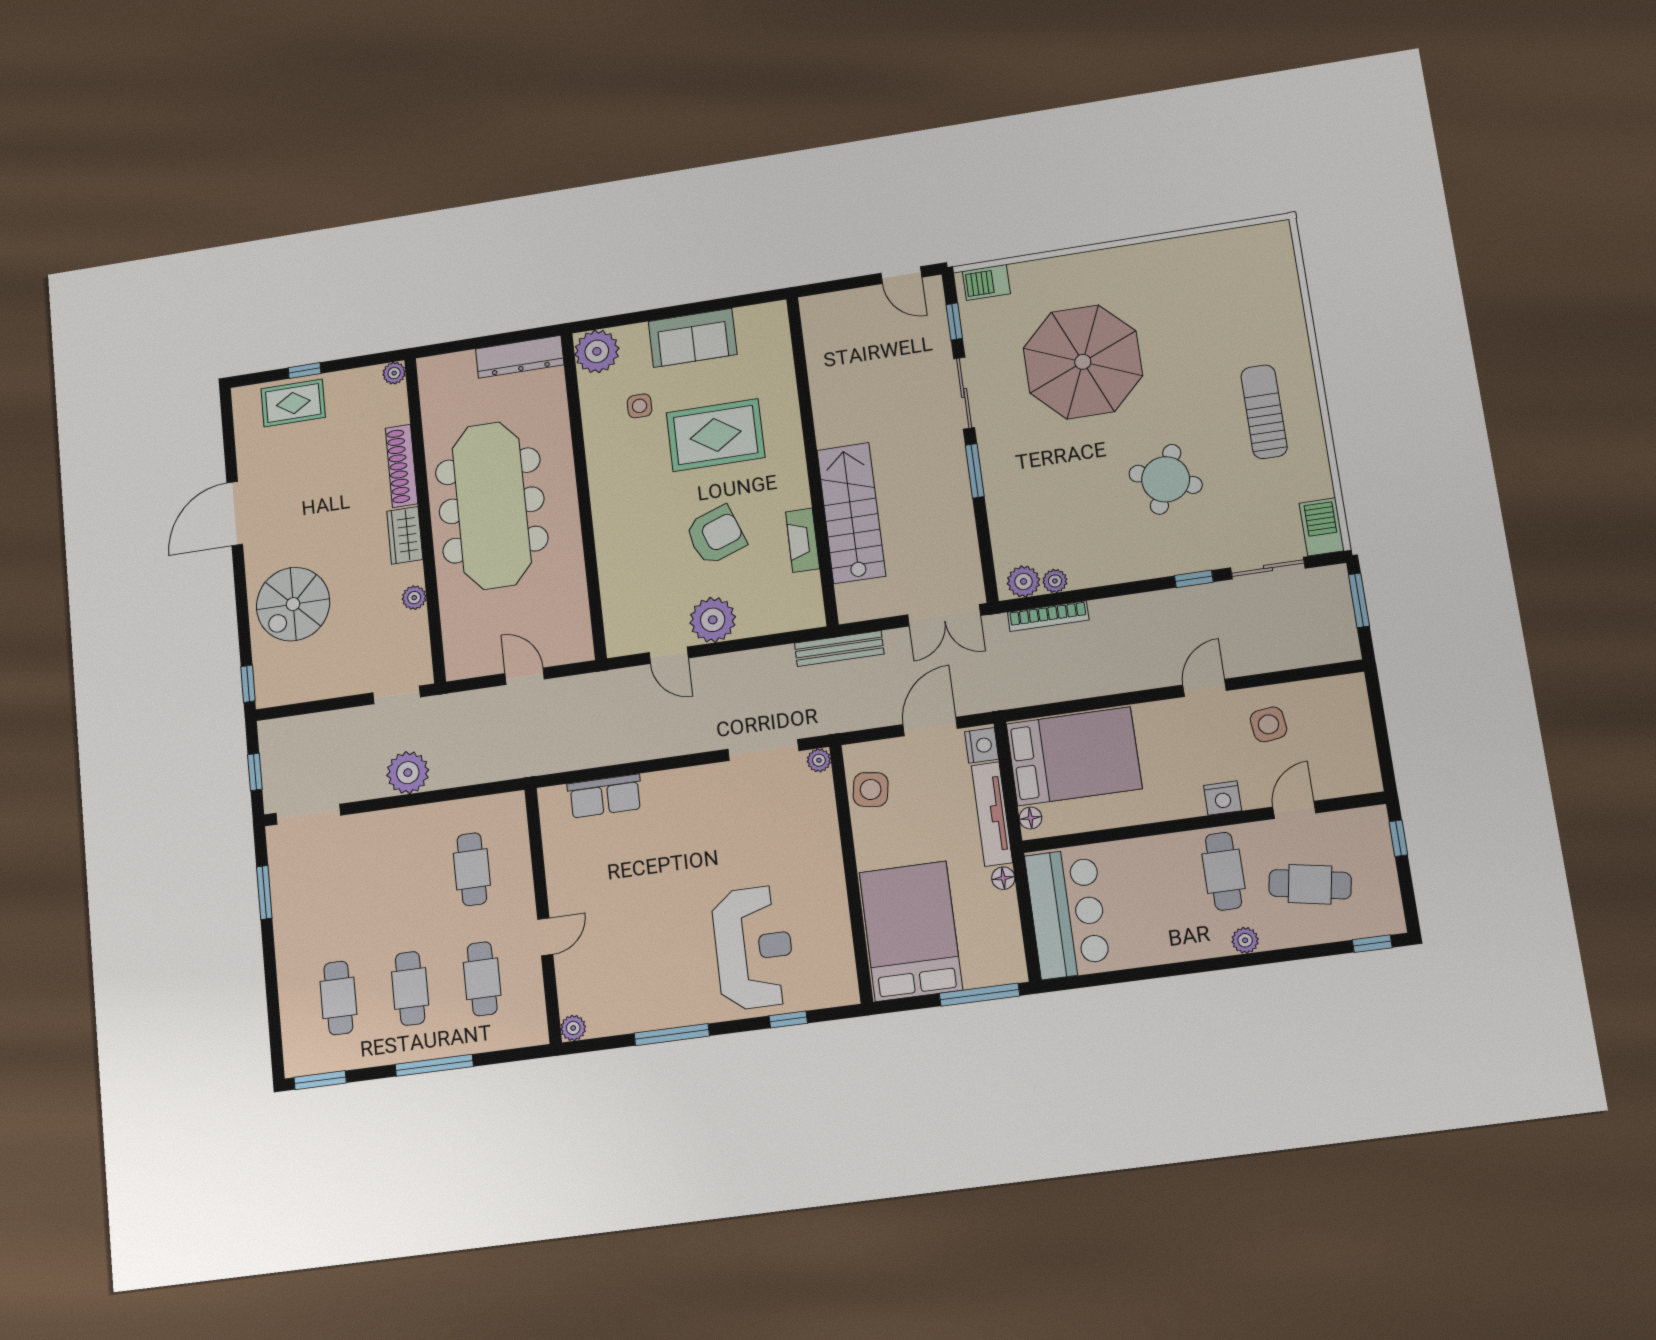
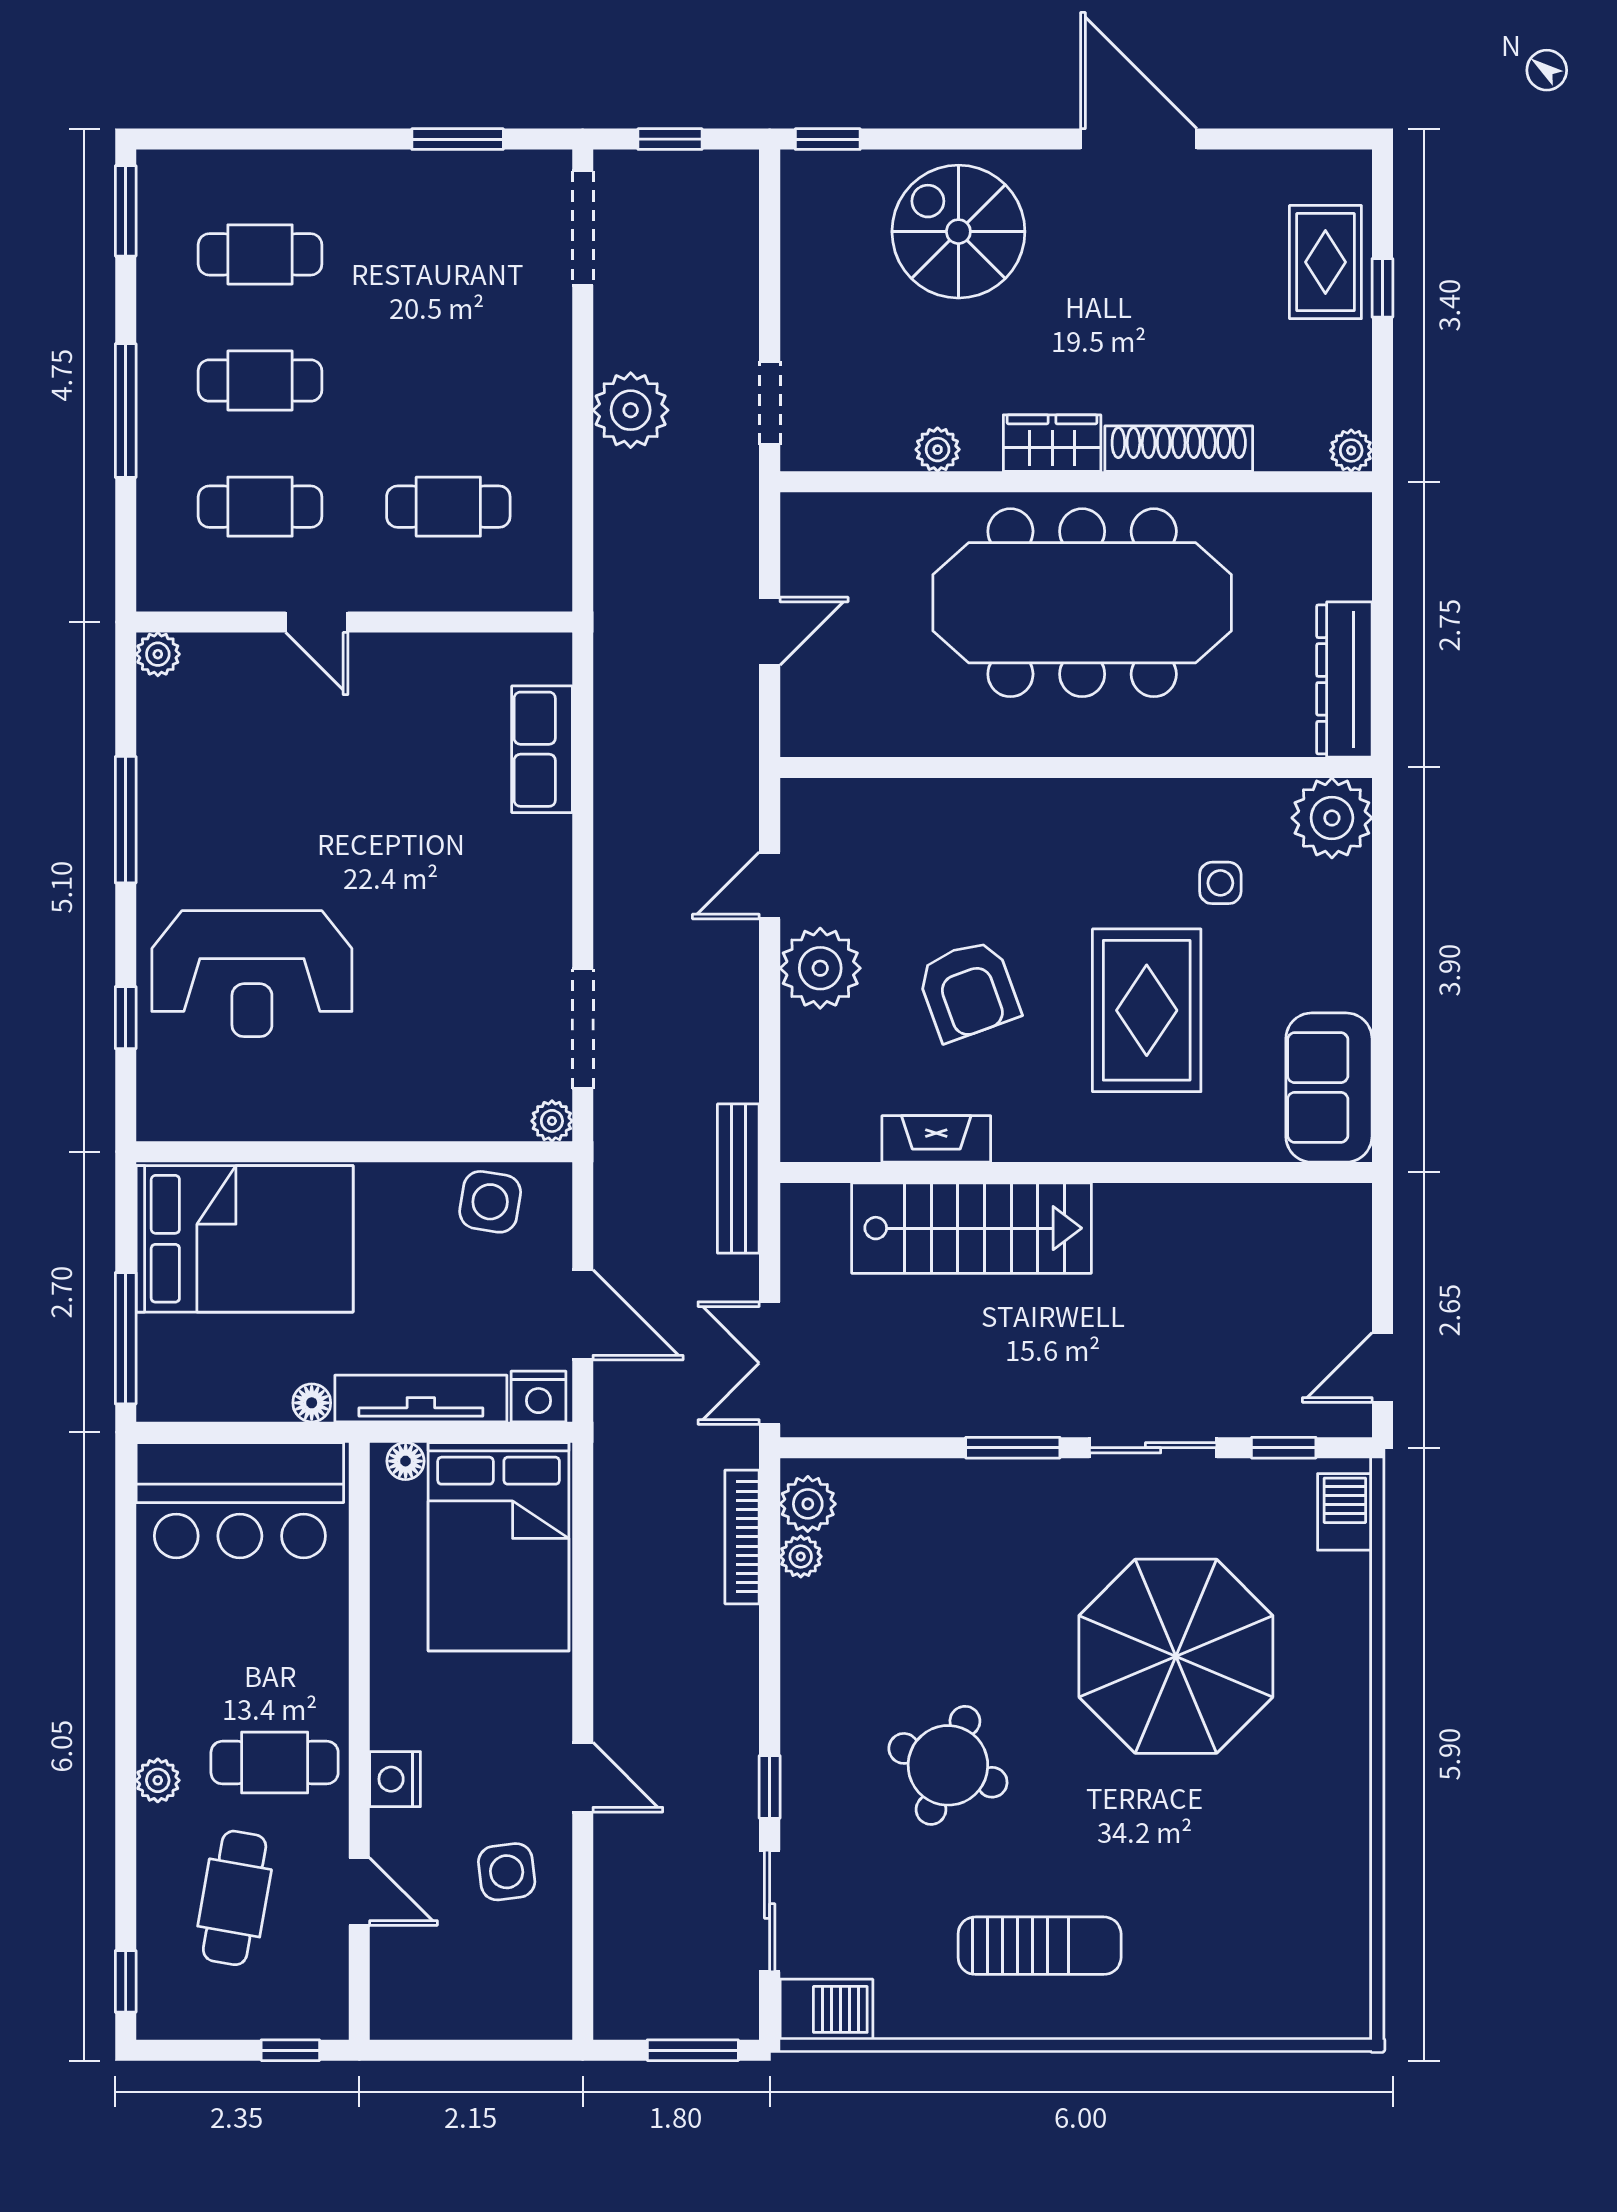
sofa: (693, 338) -> (1329, 1088), moved

